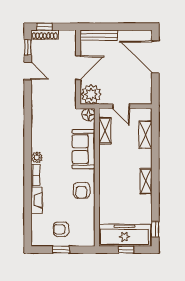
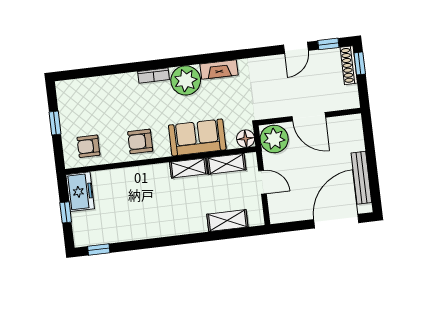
bench: (99, 35) -> (361, 178), moved
door: (121, 106) -> (263, 182), swing flipped
plant: (37, 158) -> (186, 80), width x1.88, depth x1.88
shelving: (146, 181) -> (188, 168), moved
fireplace: (37, 200) -> (219, 69), moved
armchair: (61, 229) -> (88, 146), moved, turned -90
freezer: (125, 235) -> (80, 192), width x0.52, depth x0.79

